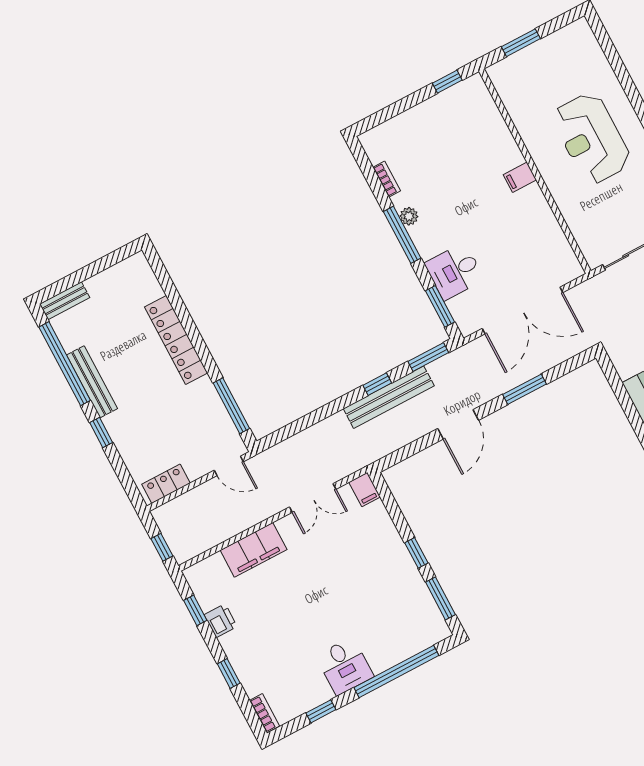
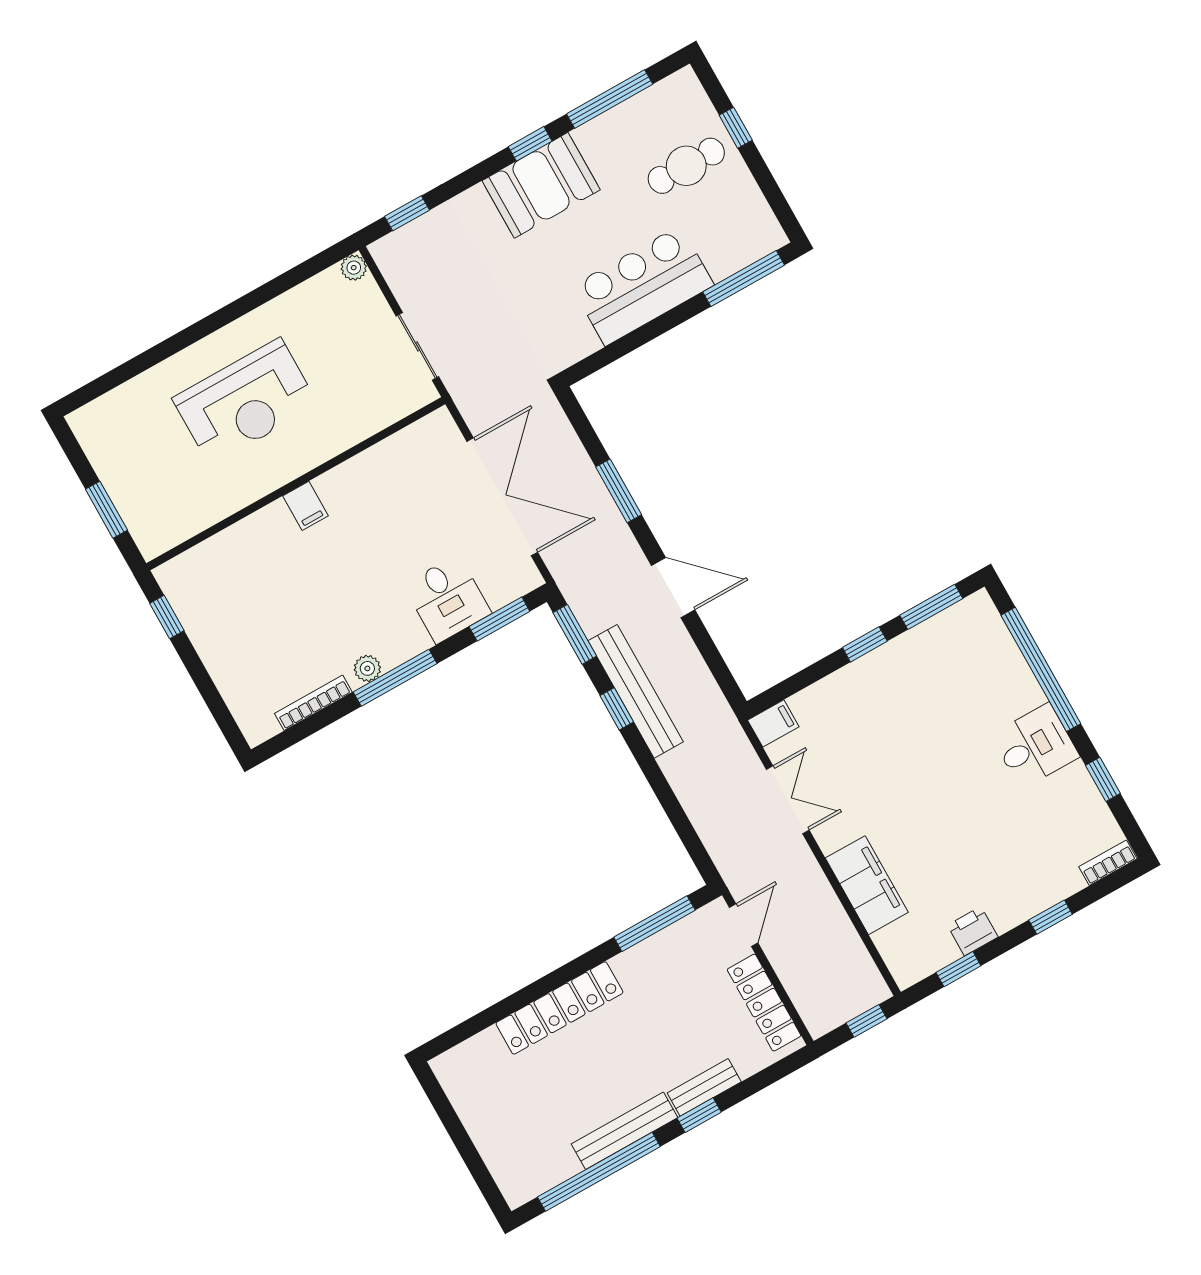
bookcase: (387, 179) -> (313, 703), width x1.56
bench: (65, 301) -> (704, 1087), moved, turned 90
locker: (166, 484) -> (764, 1003), width x1.53

